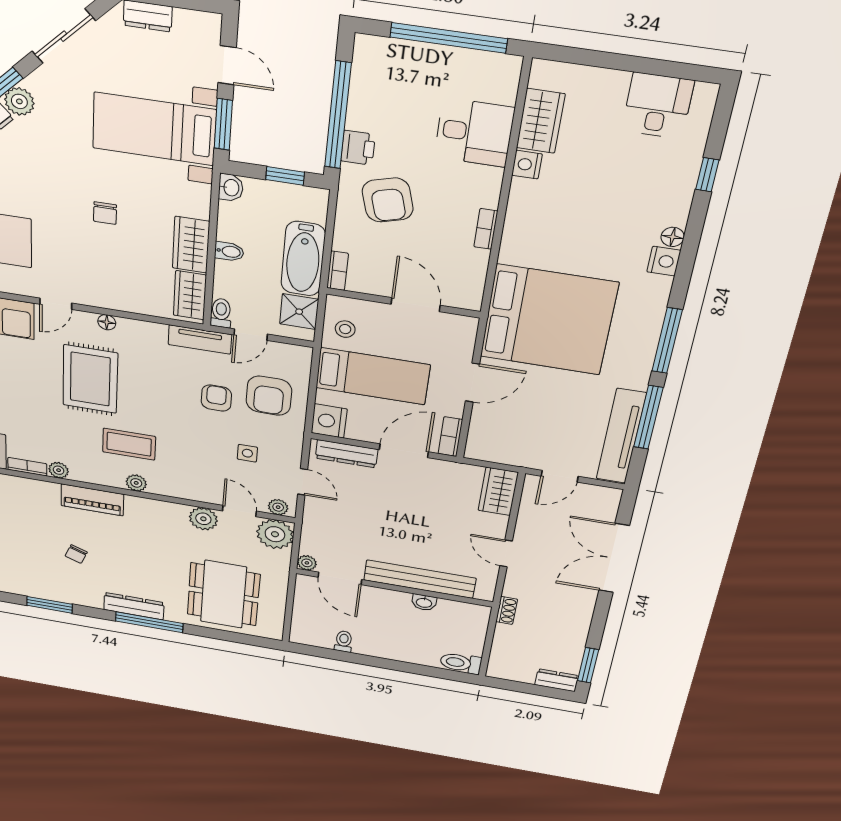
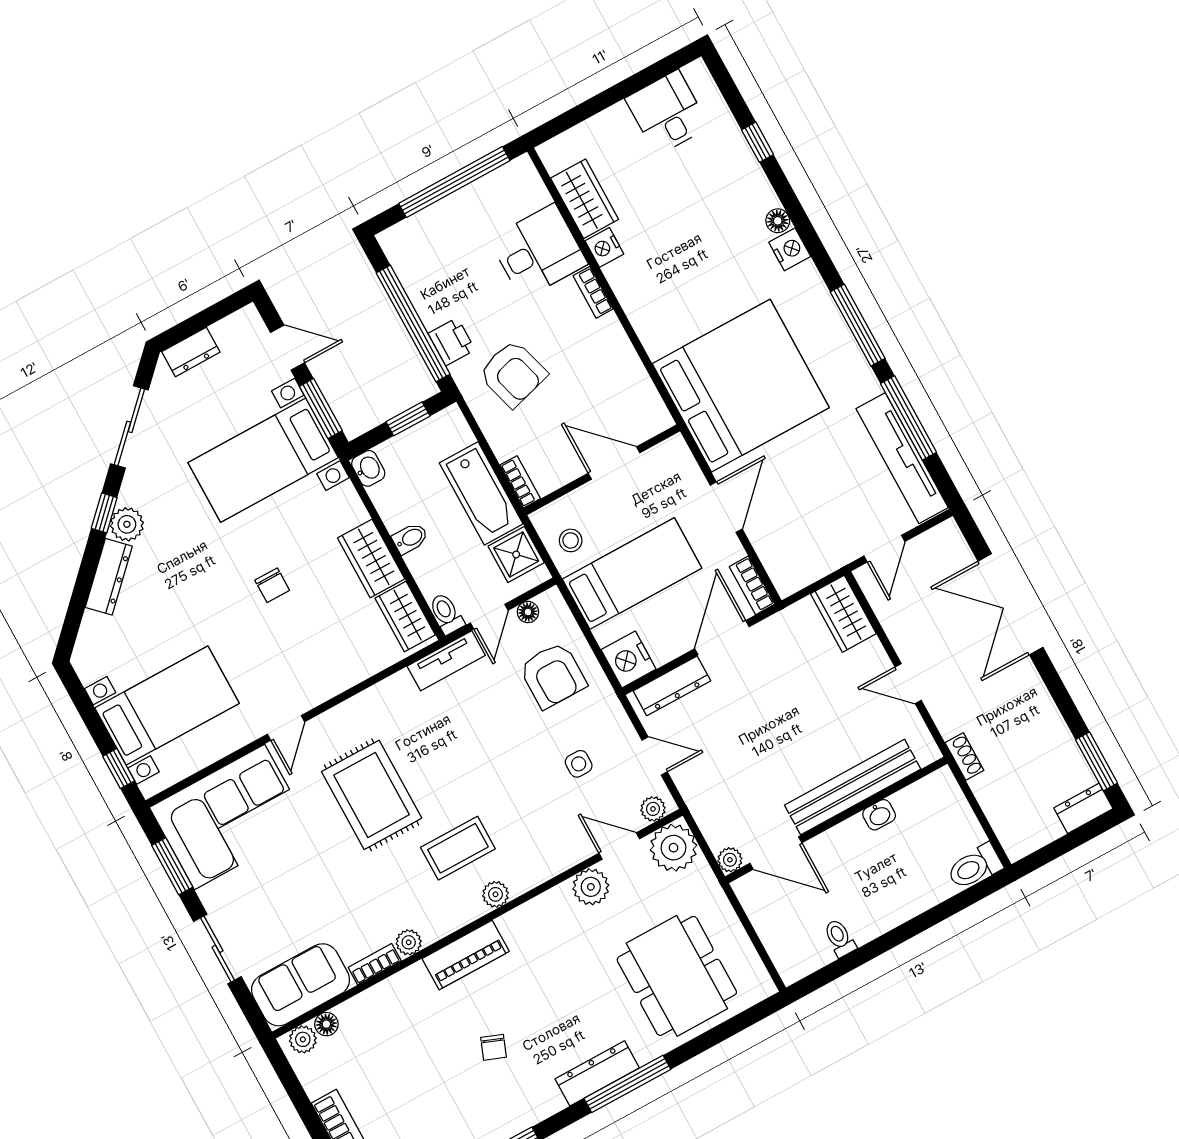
bookcase: (486, 229) -> (593, 292), moved
floor lamp: (107, 322) -> (528, 612), moved
armchair: (216, 398) -> (506, 719), removed

